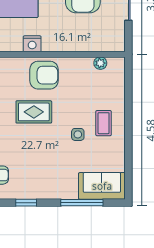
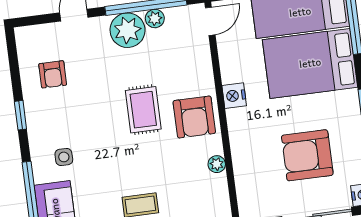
plant: (100, 63) -> (217, 164), moved
side table: (78, 134) -> (64, 157), moved

